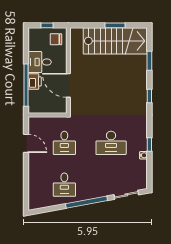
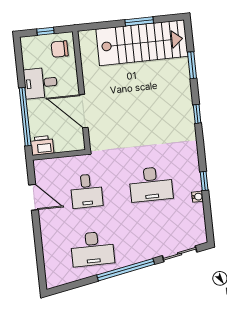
printer: (35, 81) -> (42, 145), moved, turned -90
desk: (64, 185) -> (92, 249), width x1.37

